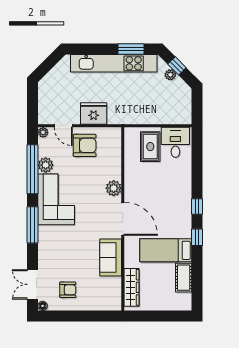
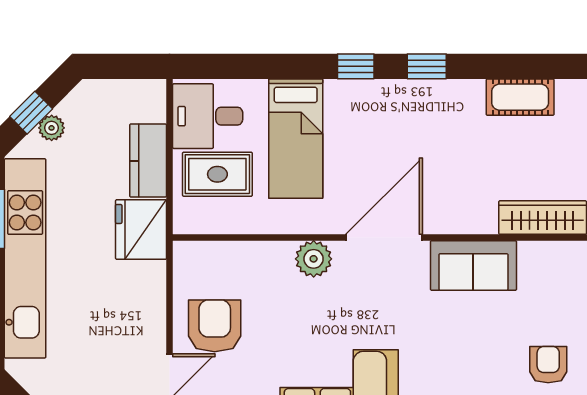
fridge: (94, 114) -> (141, 230), moved
kitchen counter: (156, 117) -> (148, 161), added
bed: (166, 250) -> (296, 139), moved

